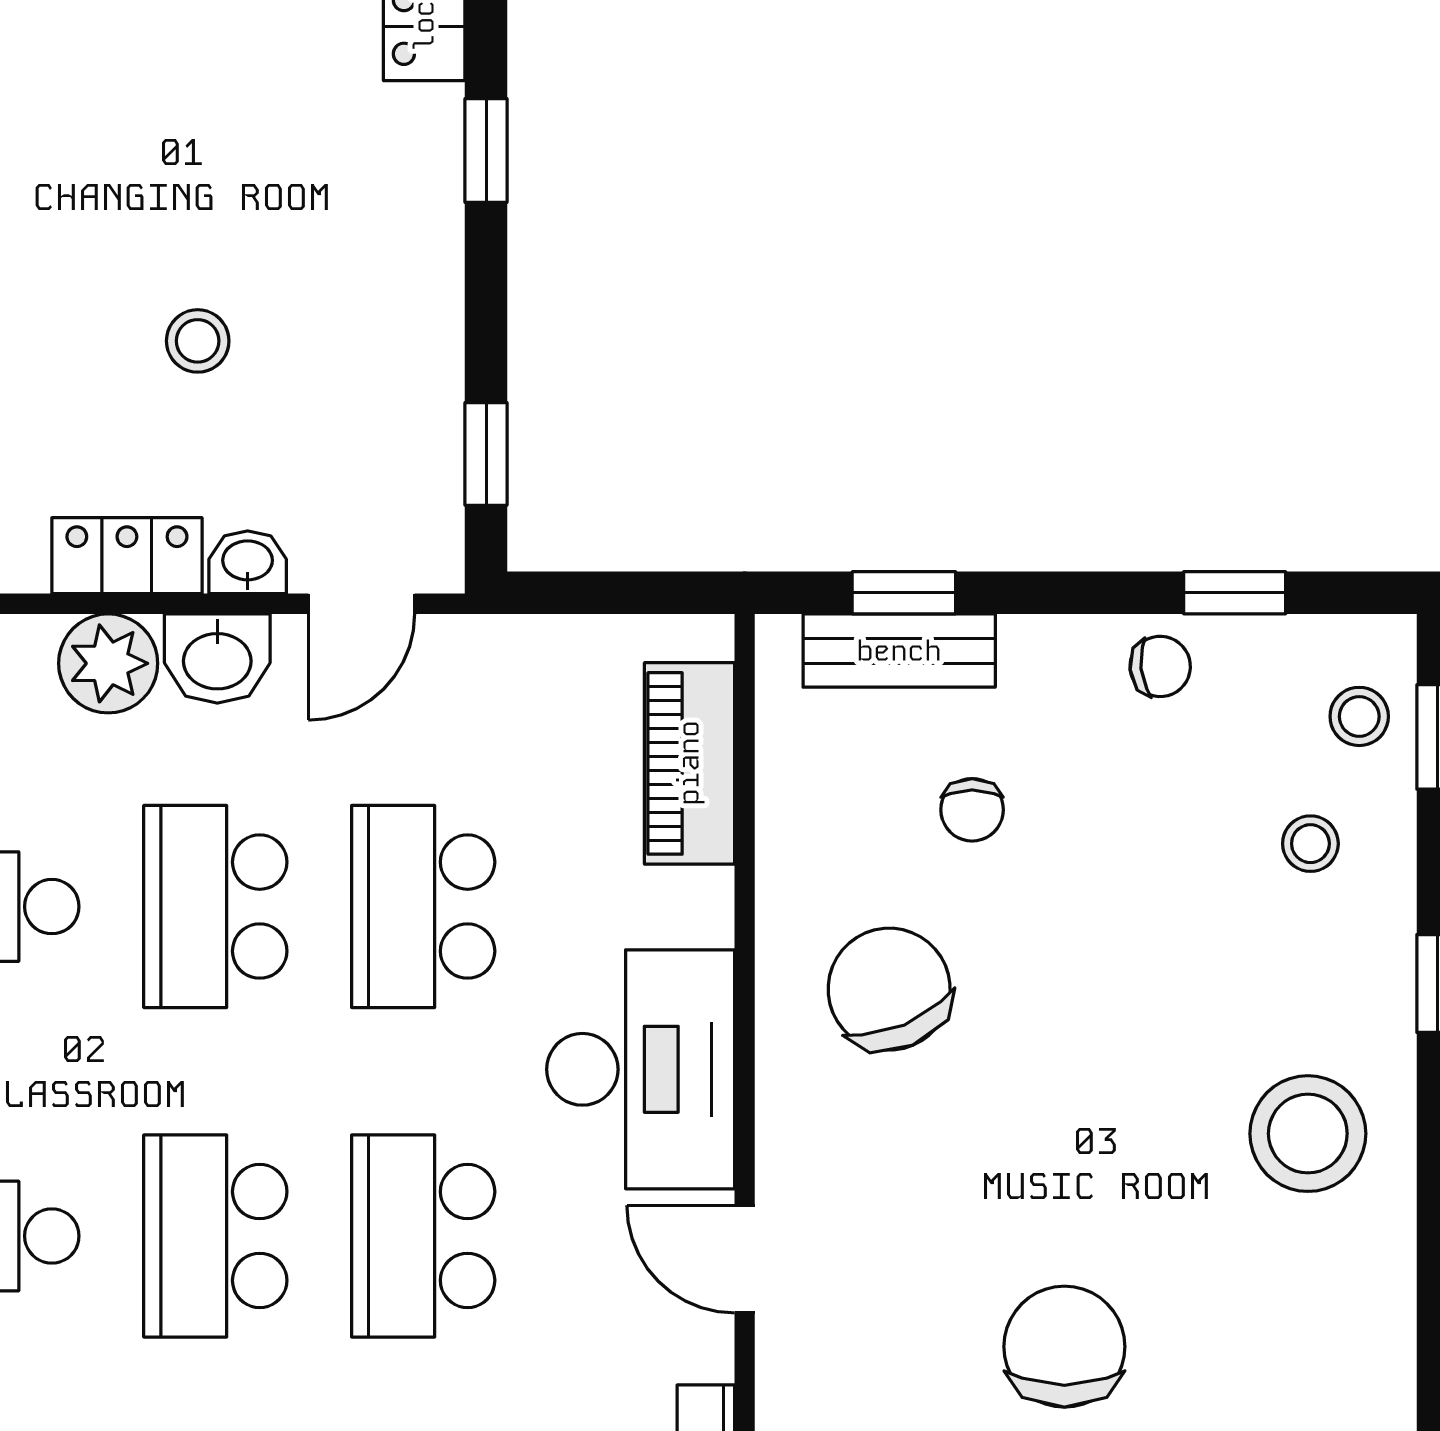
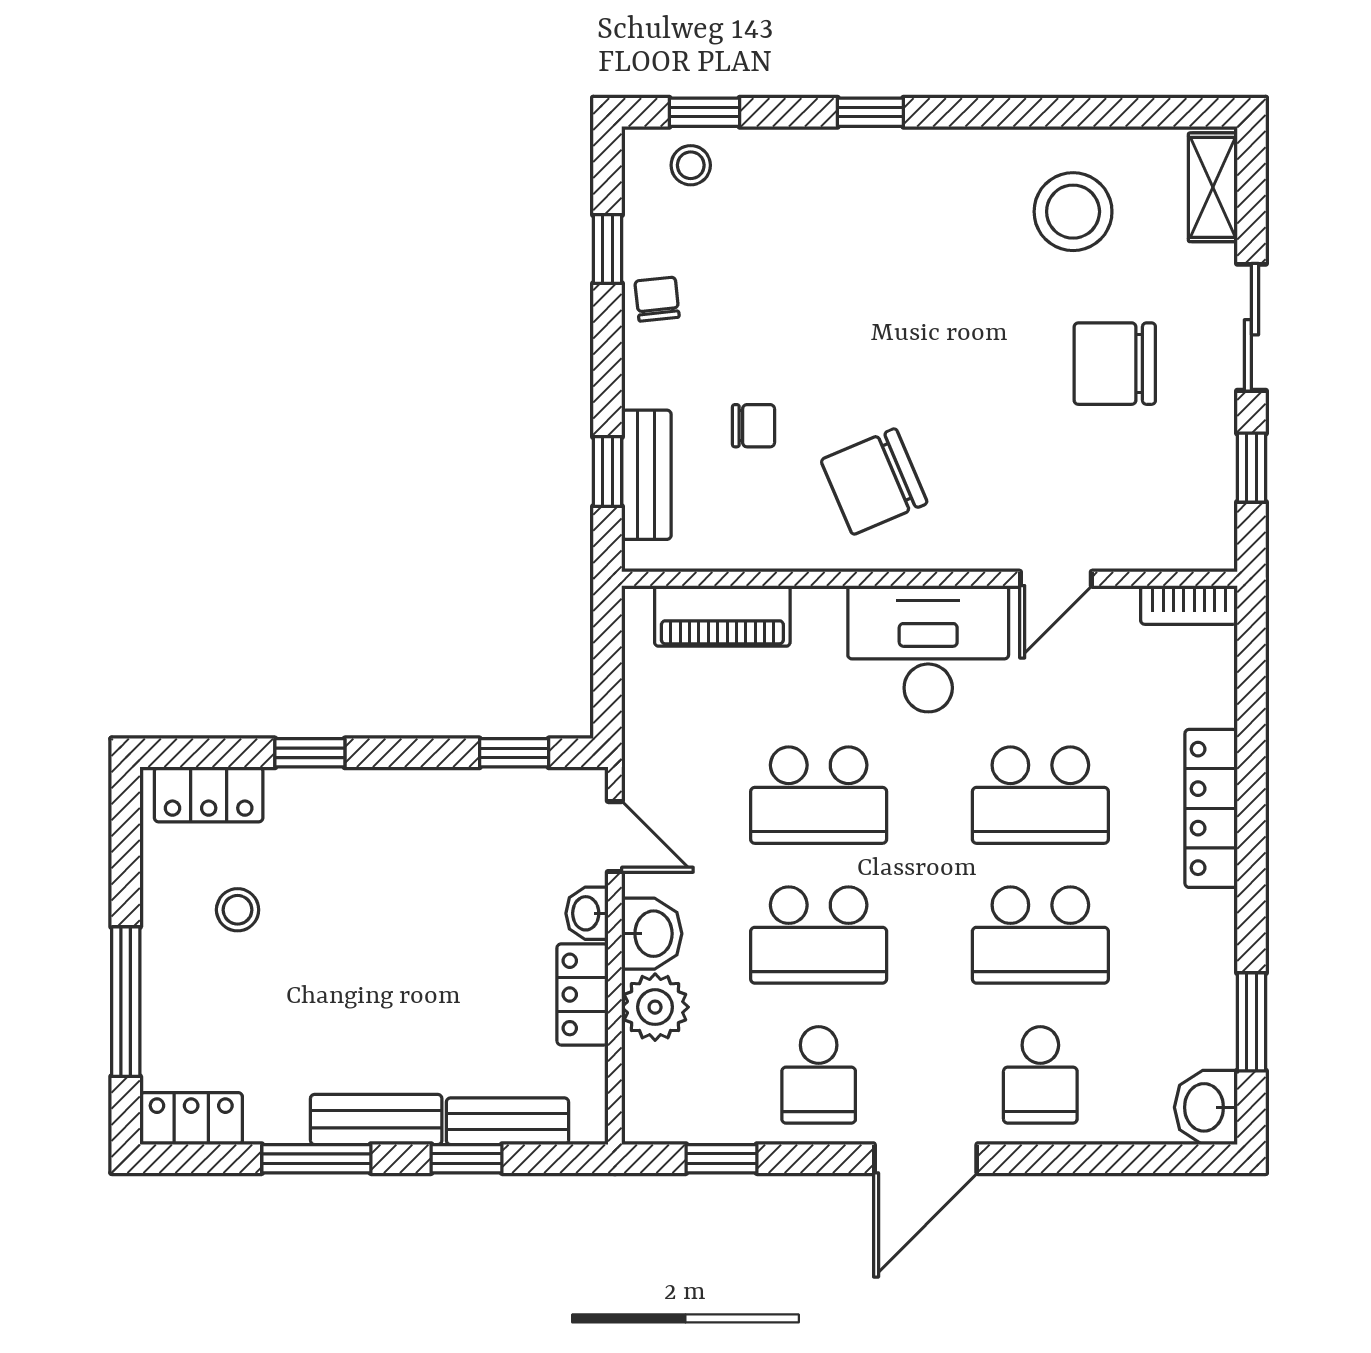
stool: (198, 341) -> (238, 910), moved
stool: (1310, 844) -> (776, 198), removed
stool: (1308, 1134) -> (1073, 212), moved

